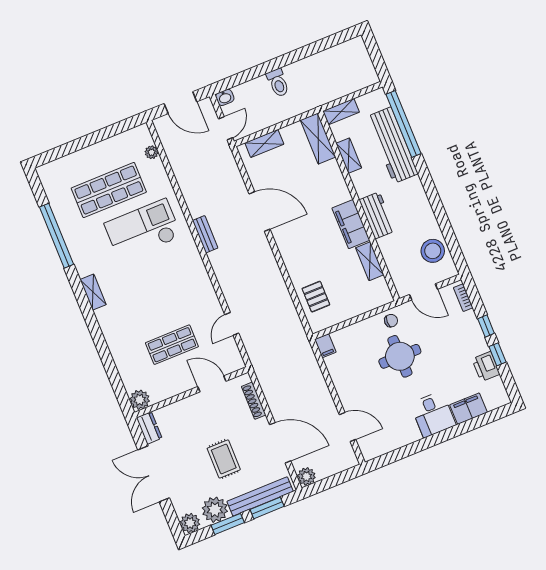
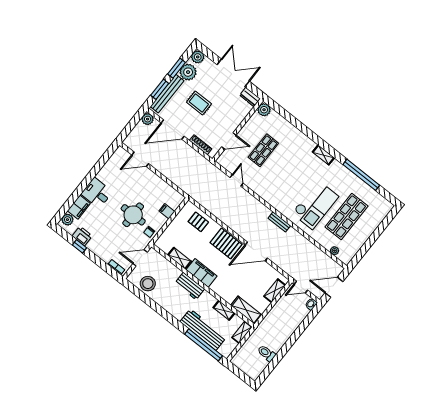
toilet: (278, 83) -> (266, 353), moved
door: (226, 128) -> (301, 287), hinge flipped
pallet: (295, 246) -> (226, 243), added
window: (486, 326) -> (95, 258), removed
filing cabinet: (325, 346) -> (167, 211), moved
plant: (494, 400) -> (67, 220), added

